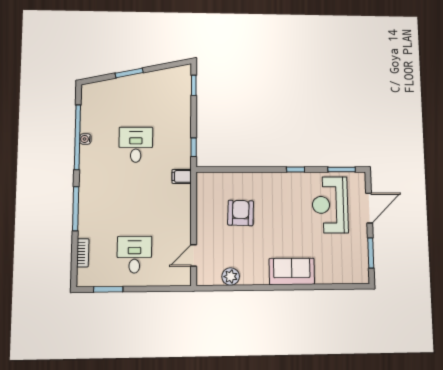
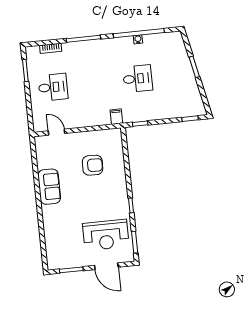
reception desk: (330, 205) -> (106, 235), turned 180
sofa: (292, 271) -> (49, 187), moved
plant: (231, 277) -> (43, 162), removed

